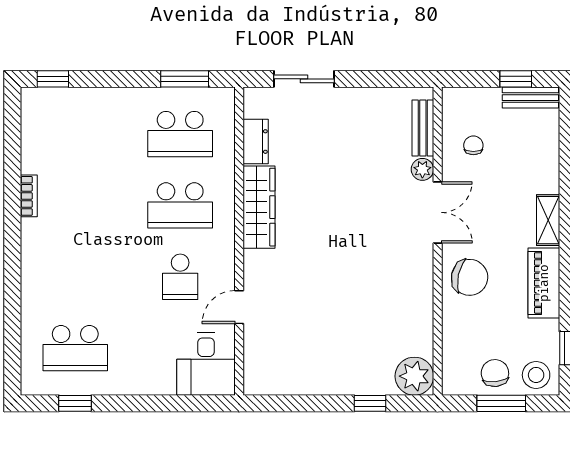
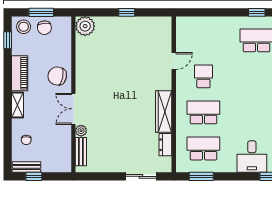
chair: (473, 145) -> (26, 140), moved
desk: (206, 364) -> (252, 157), moved, turned 180
window: (370, 403) -> (127, 12), moved

